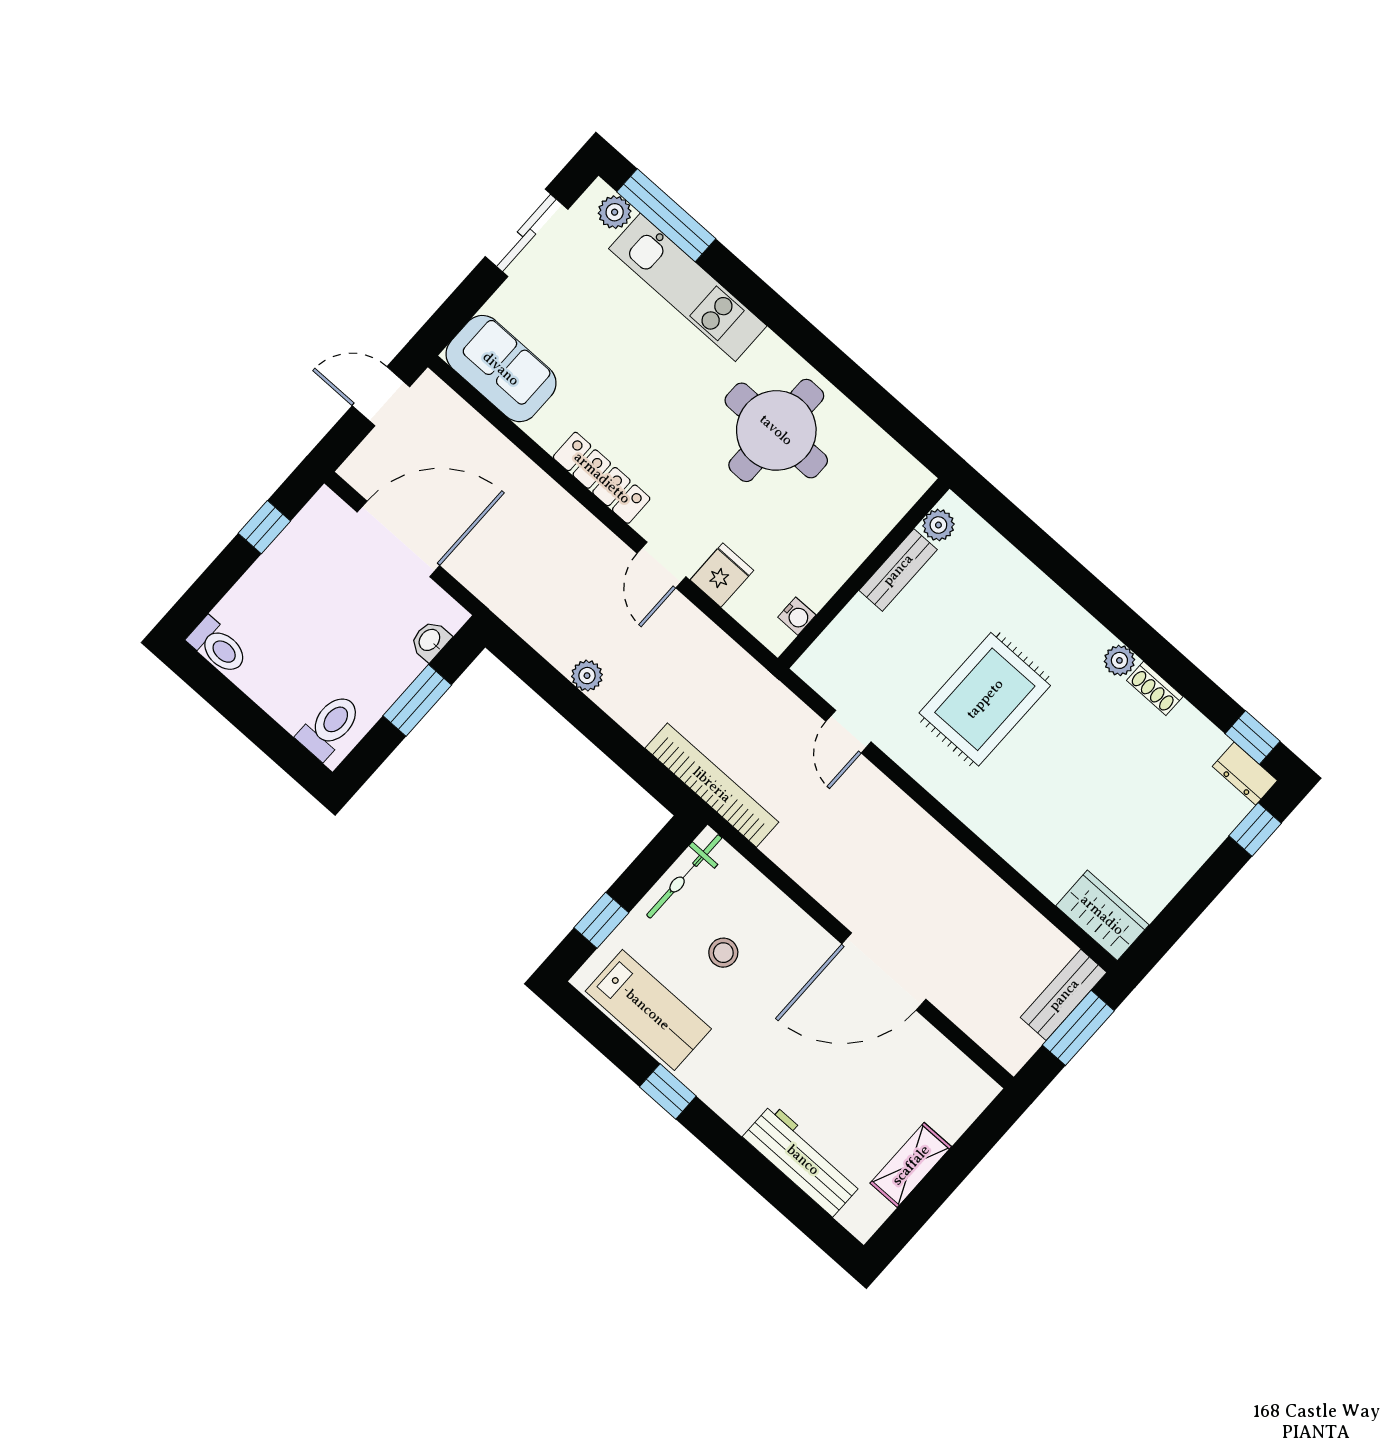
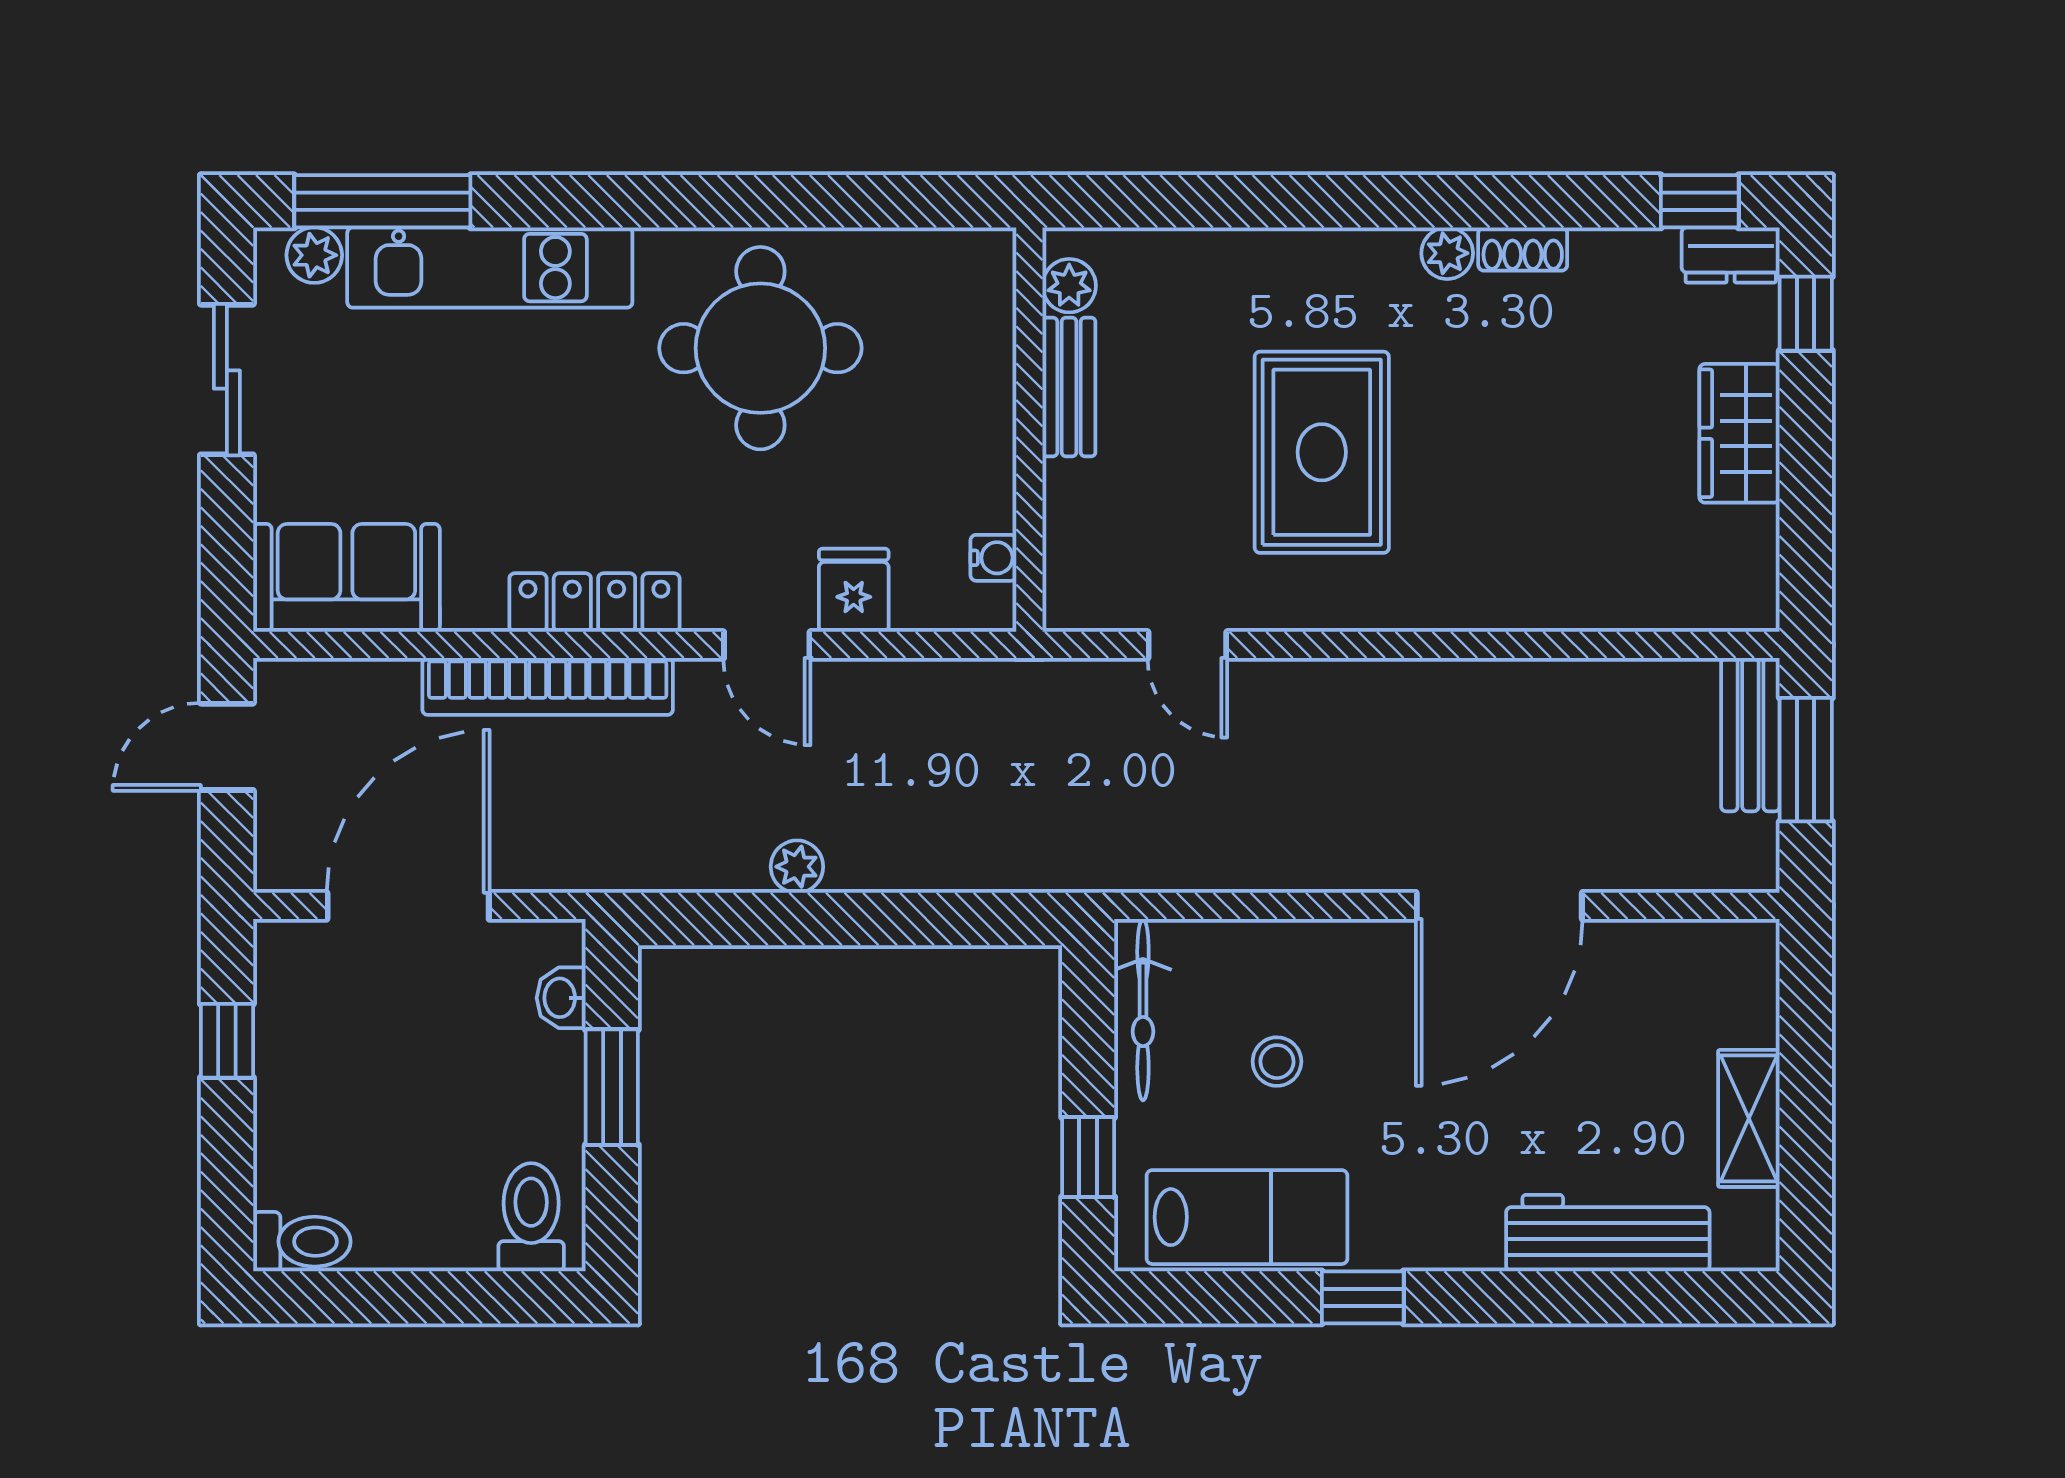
bookcase: (712, 785) -> (548, 686), moved, turned 180
wardrobe: (1102, 915) -> (1739, 433), moved, turned -90

